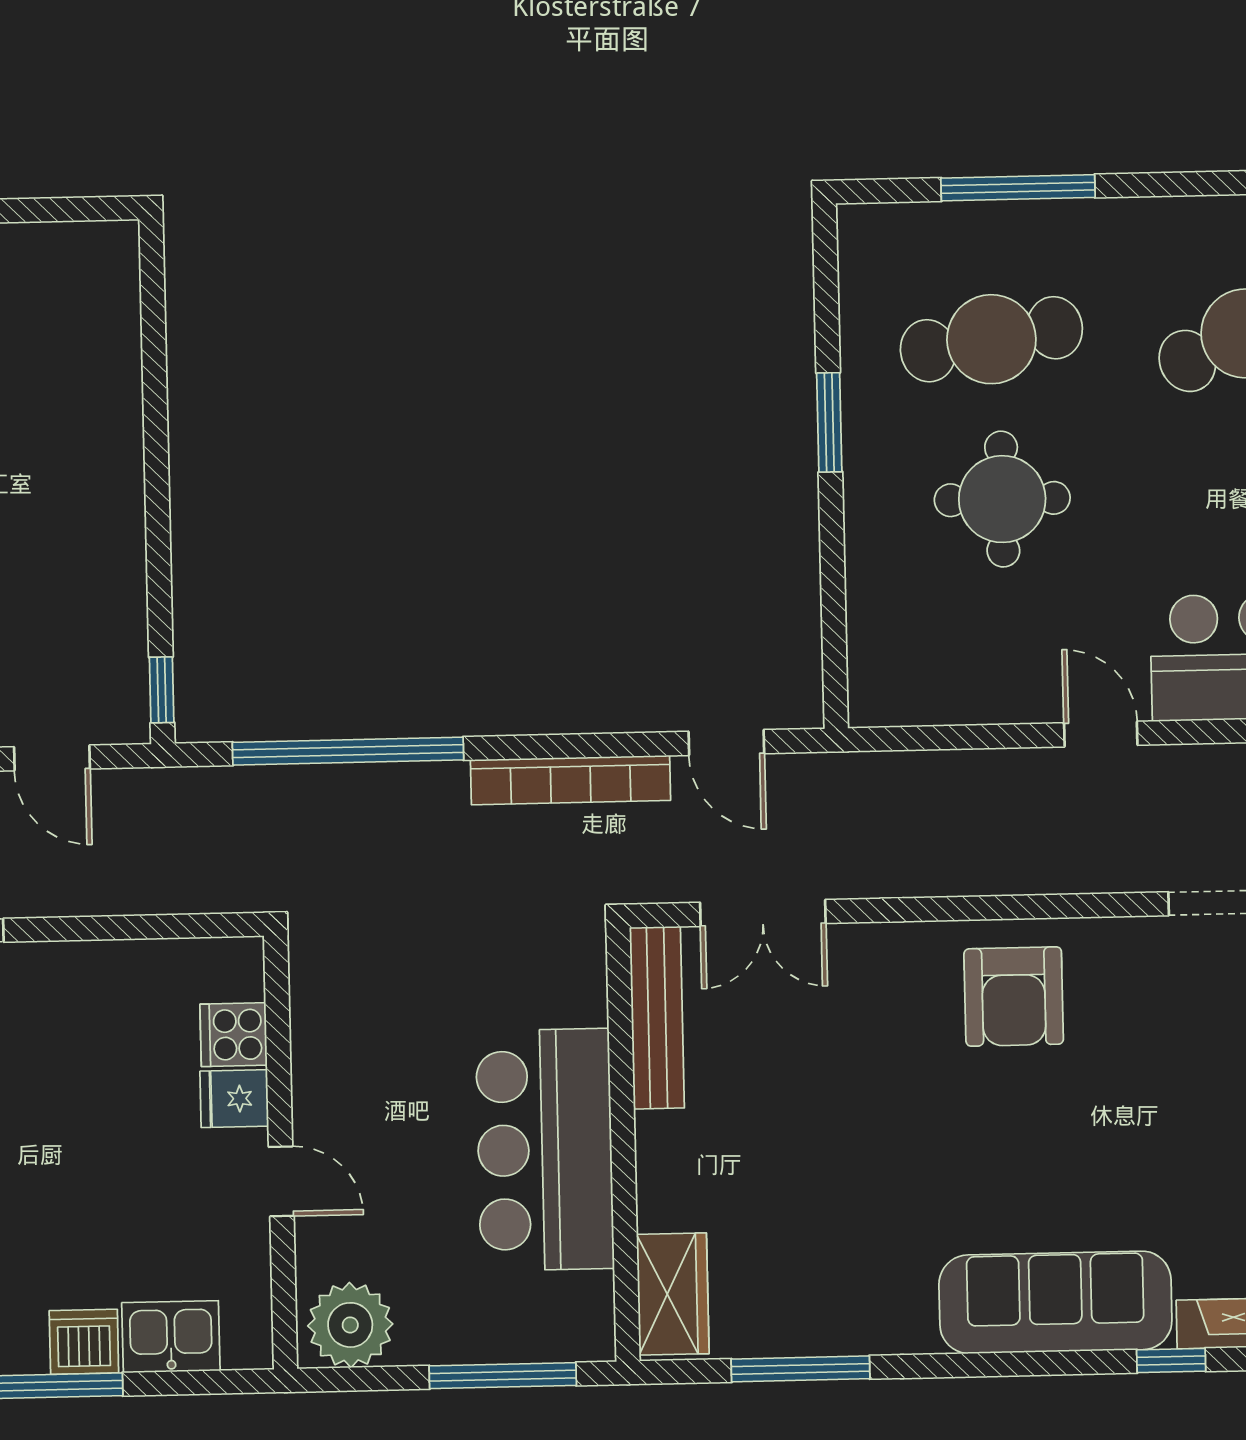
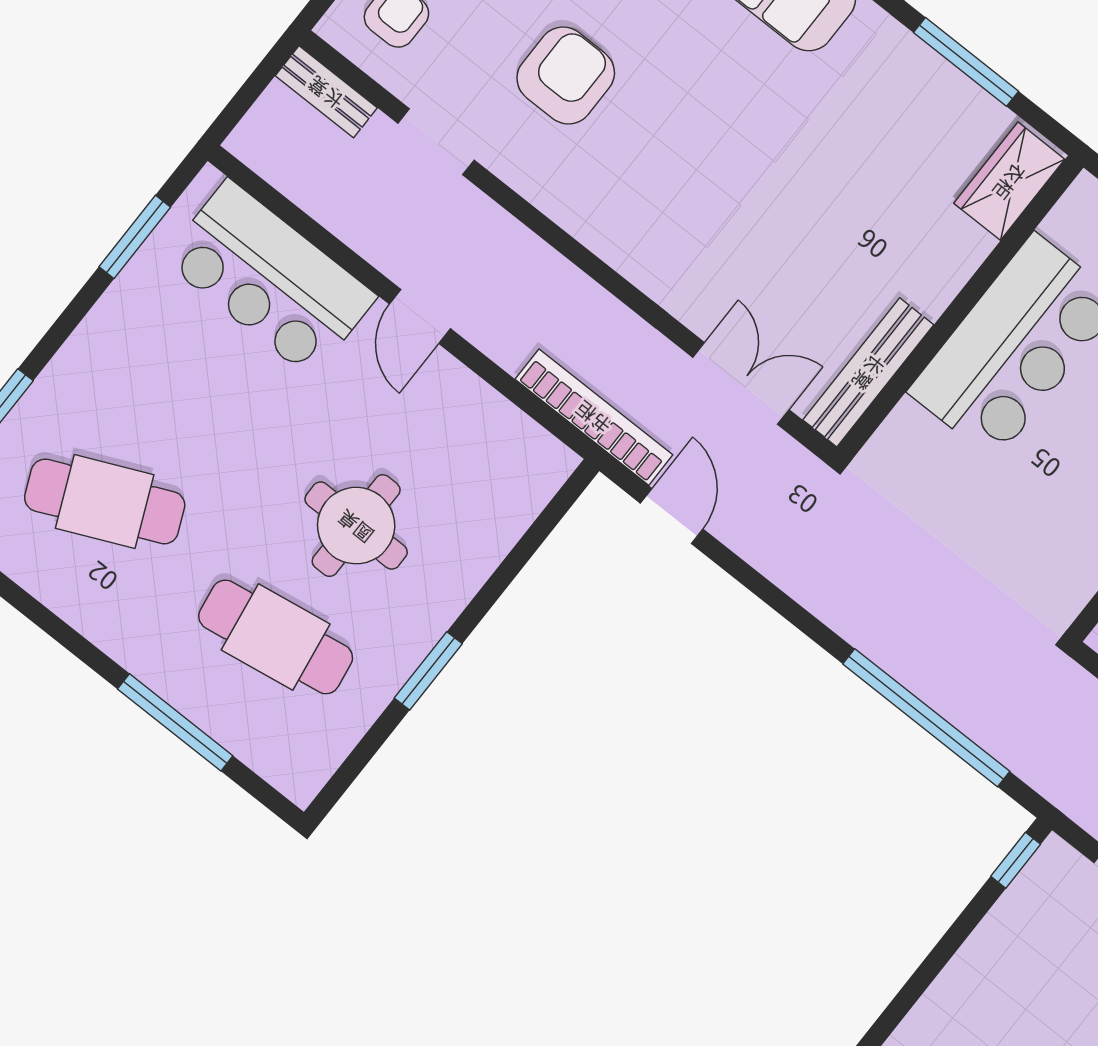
bookcase: (571, 780) -> (594, 417), moved
armchair: (1014, 996) -> (566, 75), moved

